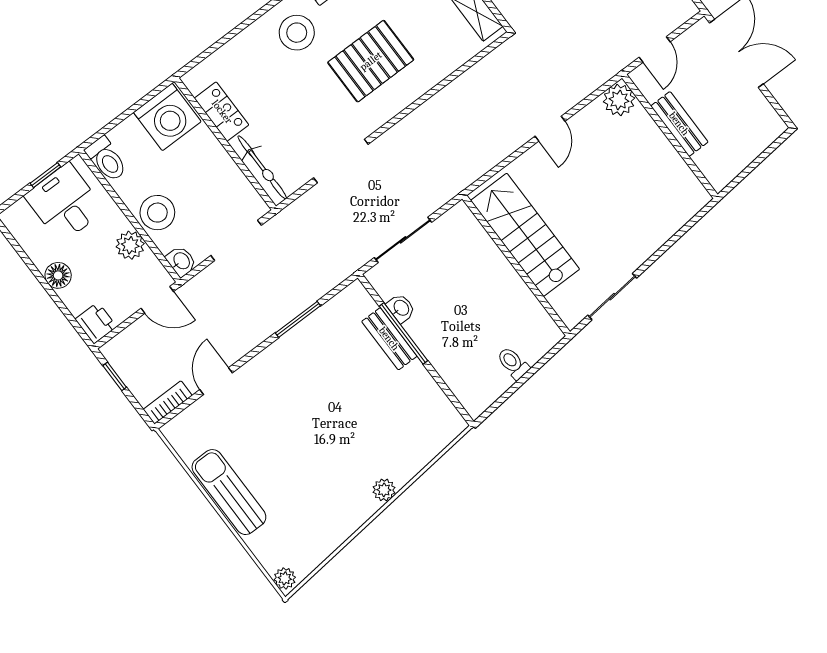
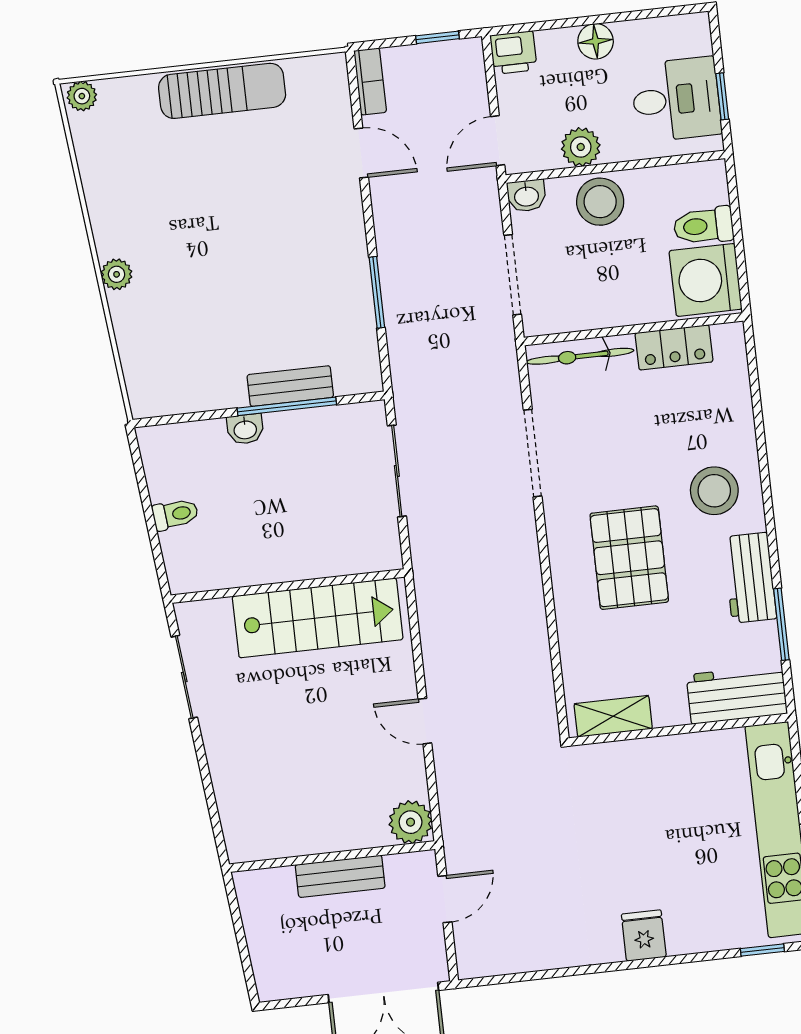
door: (655, 50) -> (445, 899), swing flipped
toilet: (106, 159) -> (703, 226), moved
washbasin: (401, 308) -> (245, 429), moved

